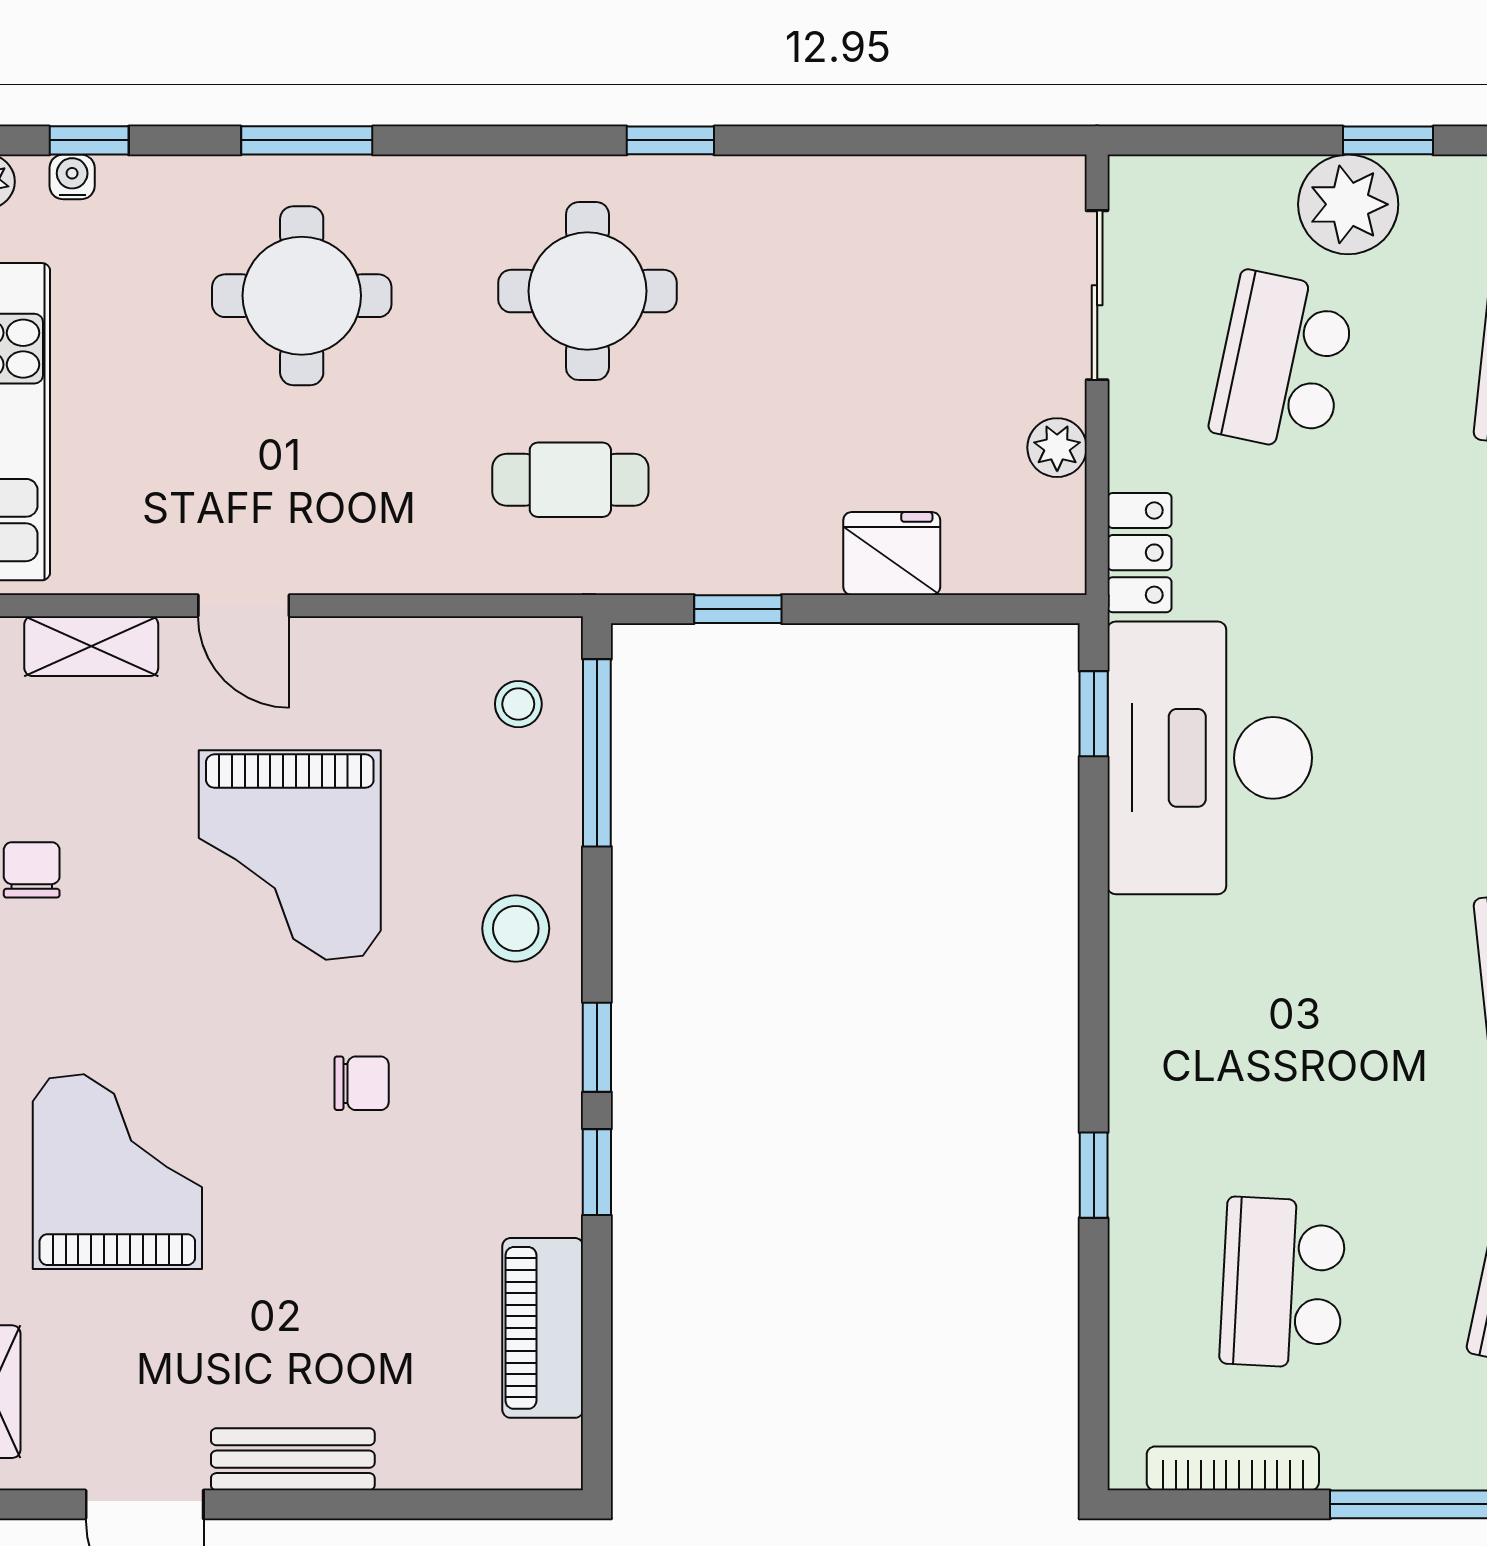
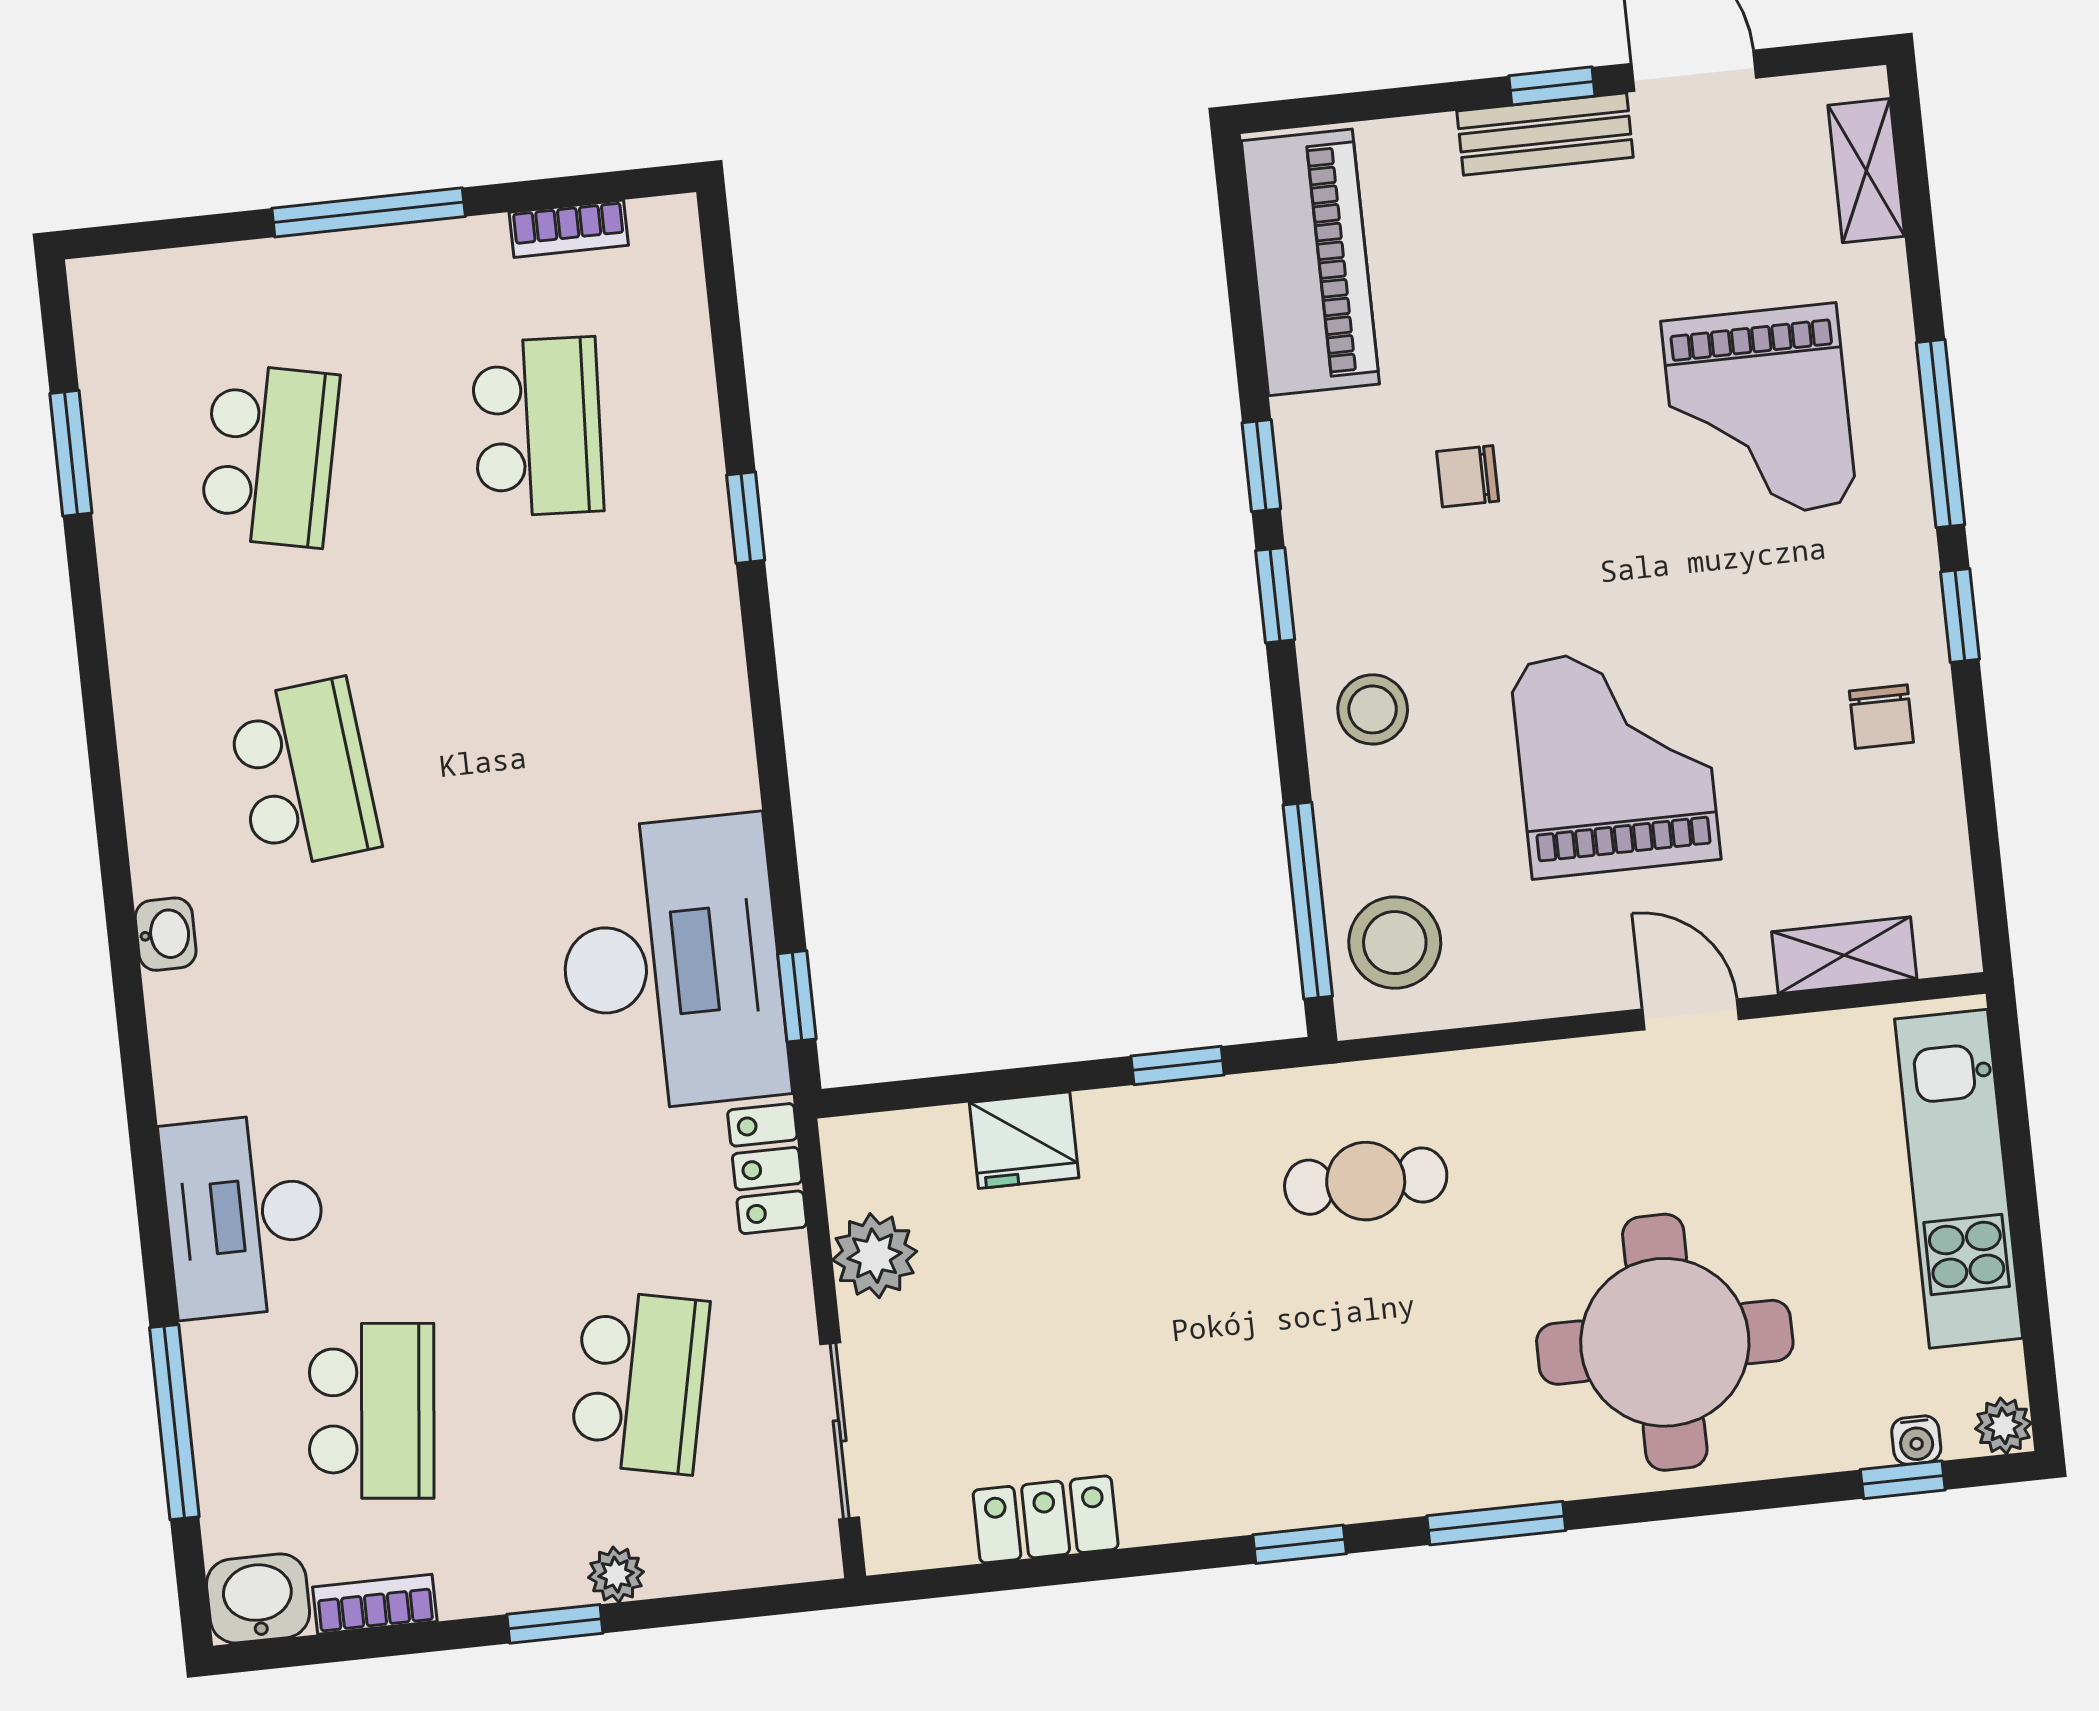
window: (307, 140) -> (1496, 1523), moved
locker: (910, 190) -> (1046, 1519), added
plant: (1348, 204) -> (616, 1575), width x0.53, depth x0.53
round table: (587, 291) -> (1369, 1379), removed
round table: (302, 296) -> (1665, 1342), width x1.36, depth x1.36
plant: (1057, 448) -> (875, 1256), width x1.38, depth x1.38
stool: (518, 704) -> (1395, 943), width x1.89, depth x1.89
chair: (362, 1083) -> (1468, 476), moved
piano: (543, 1328) -> (1310, 262), width x1.37, depth x1.33
bookcase: (1233, 1468) -> (569, 229), width x0.64
window: (281, 1504) -> (1552, 86), added

